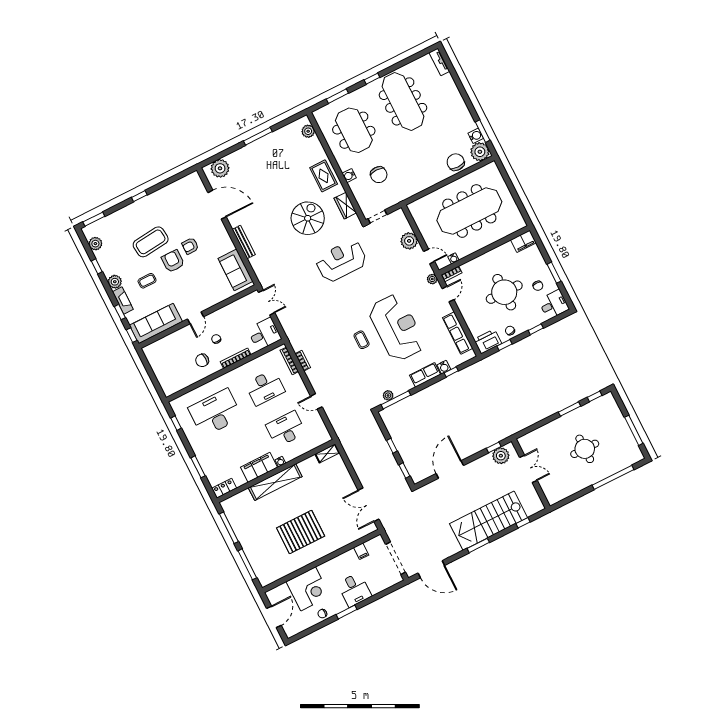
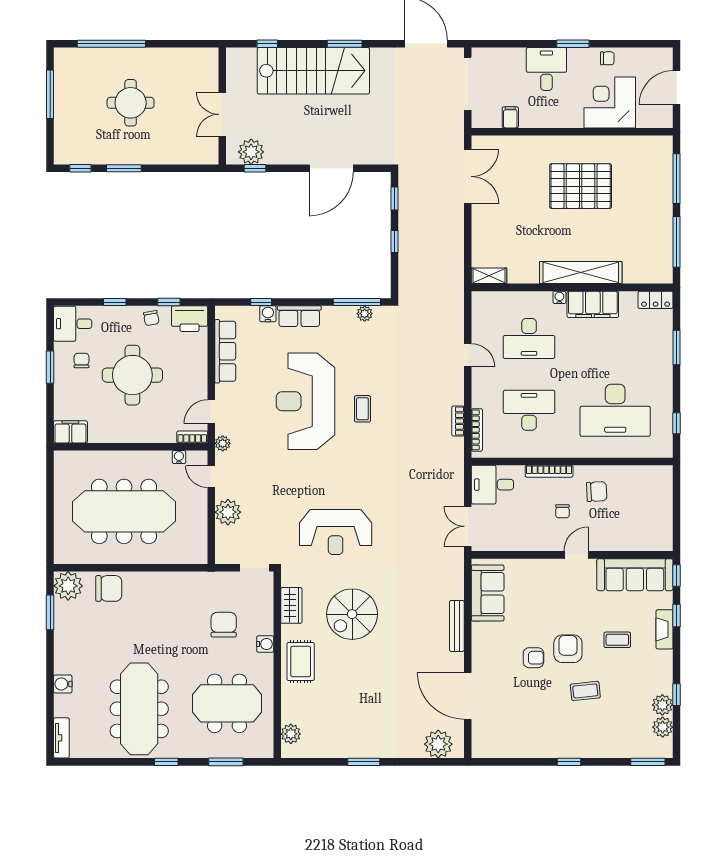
meeting table: (354, 130) -> (227, 703), turned 90
window: (258, 136) -> (364, 762), width x0.69
water cooler: (476, 136) -> (63, 684), moved
chair: (456, 162) -> (109, 588), turned -90
coffee table: (151, 242) -> (585, 691), width x0.54, depth x0.58
armchair: (173, 261) -> (568, 649), turned 180
plant: (115, 282) -> (662, 705), moved

